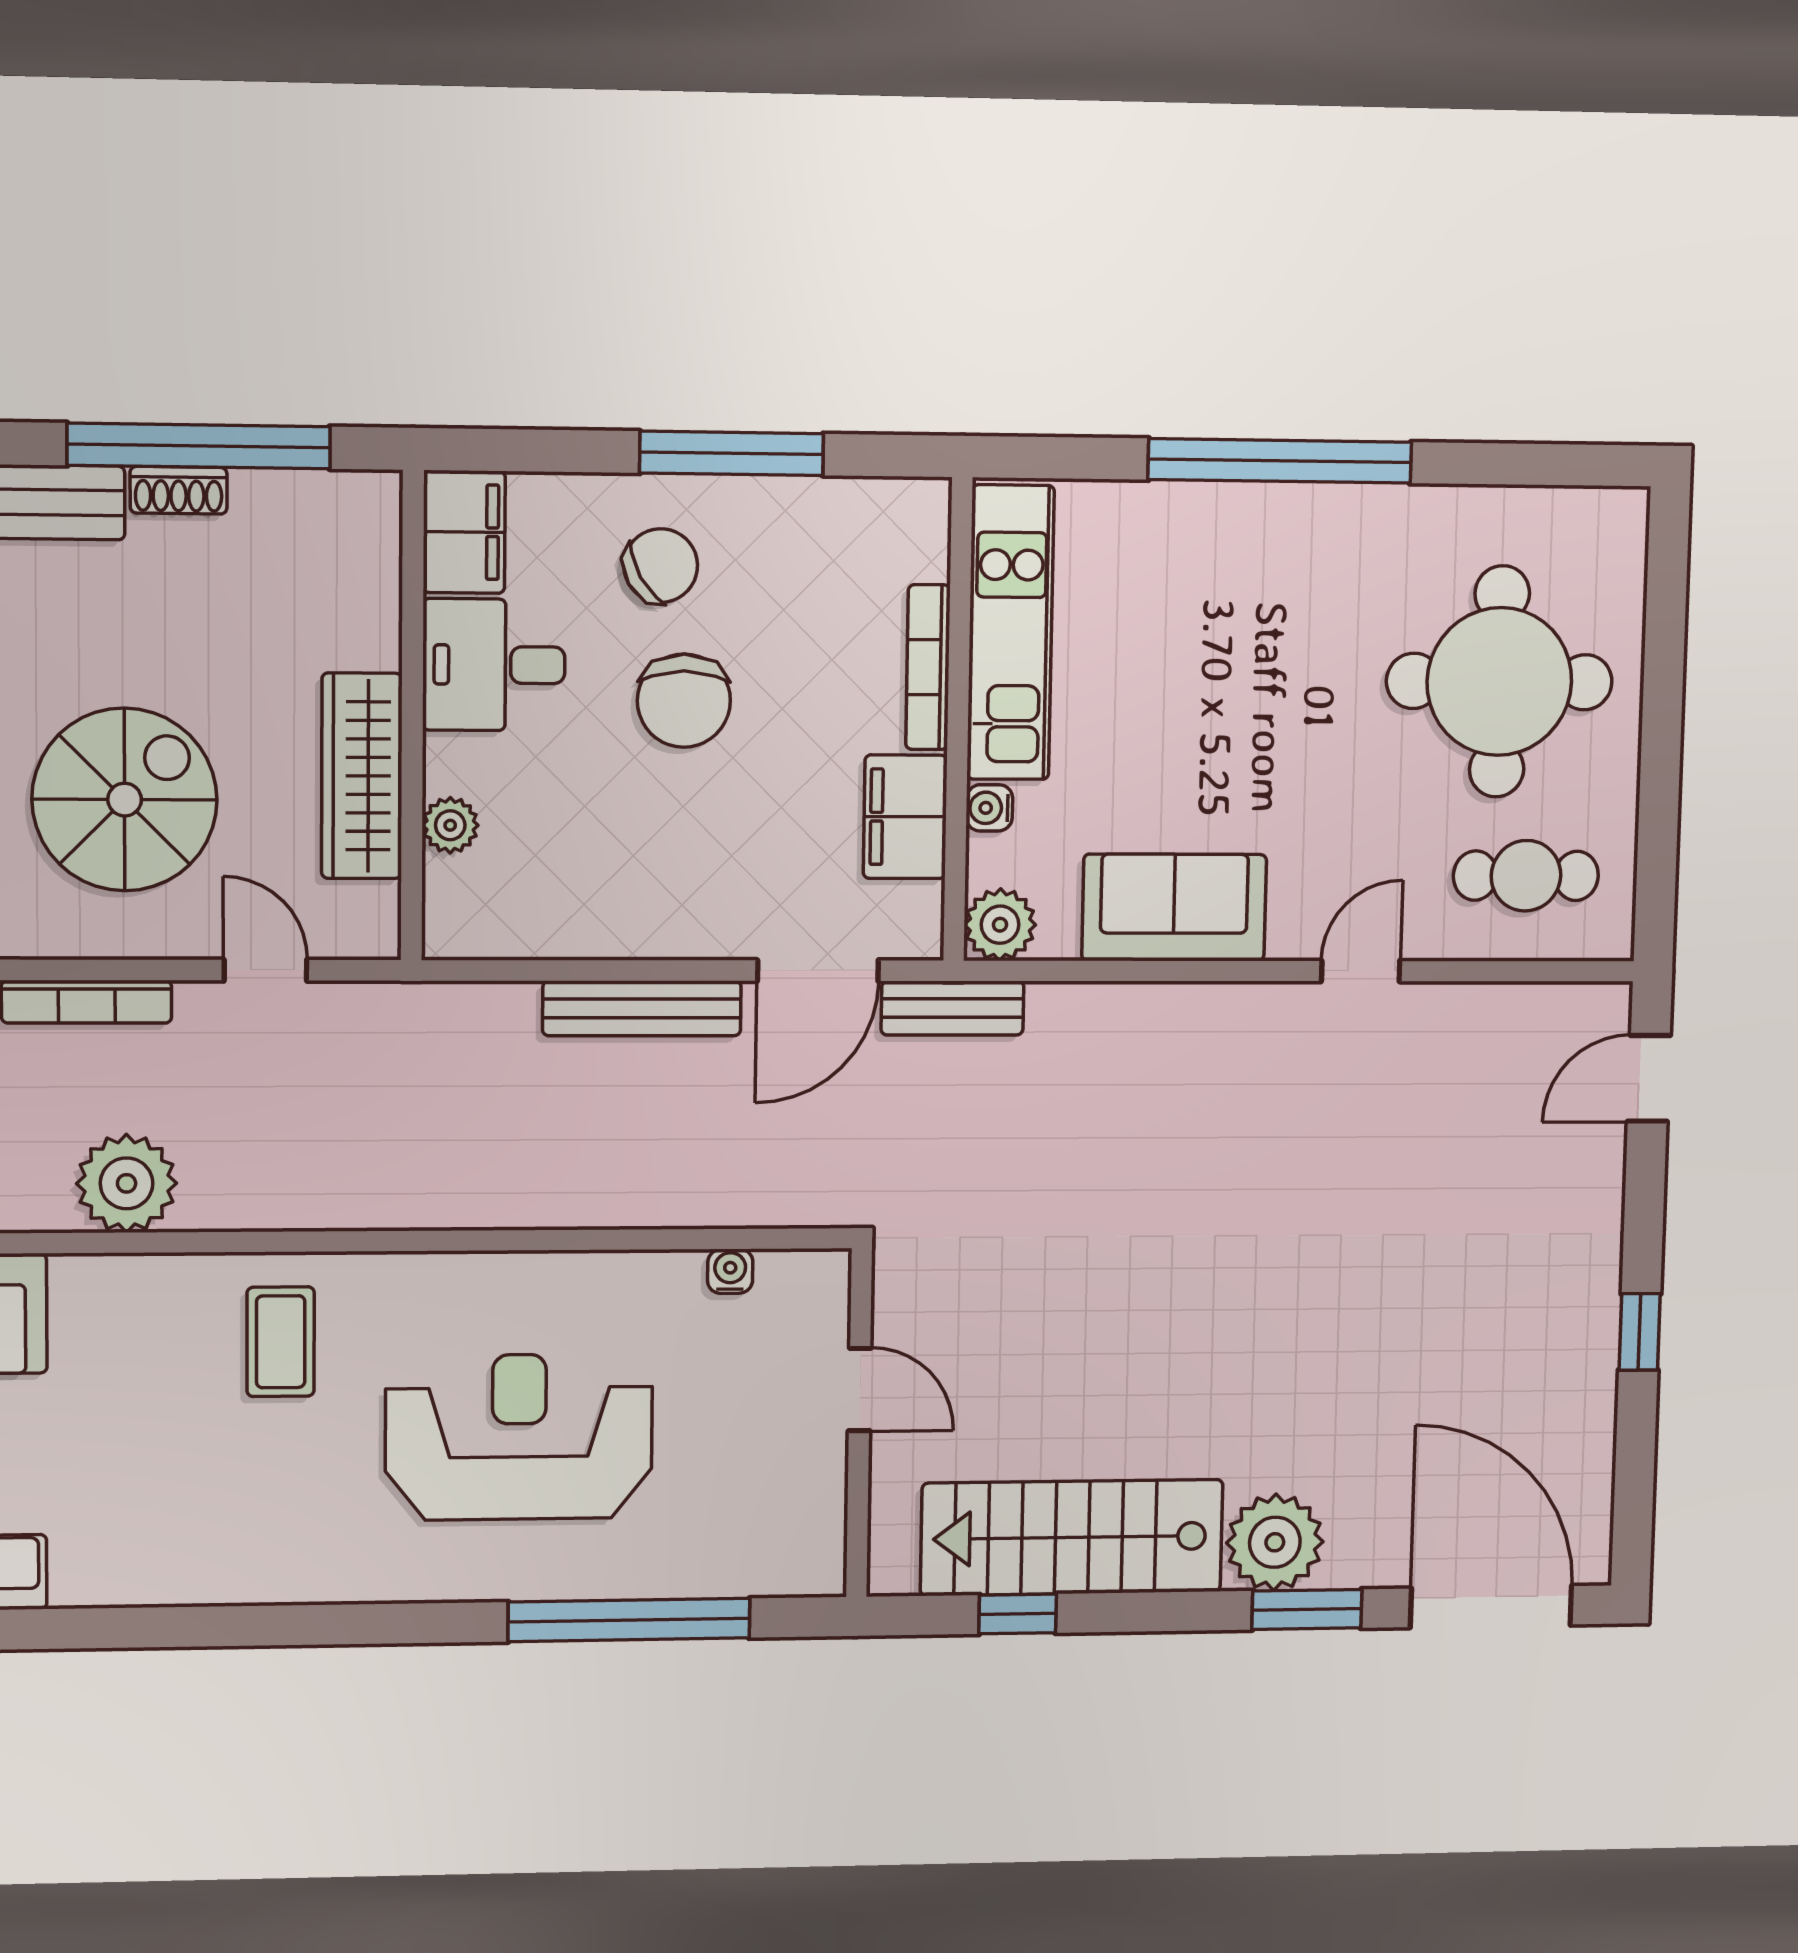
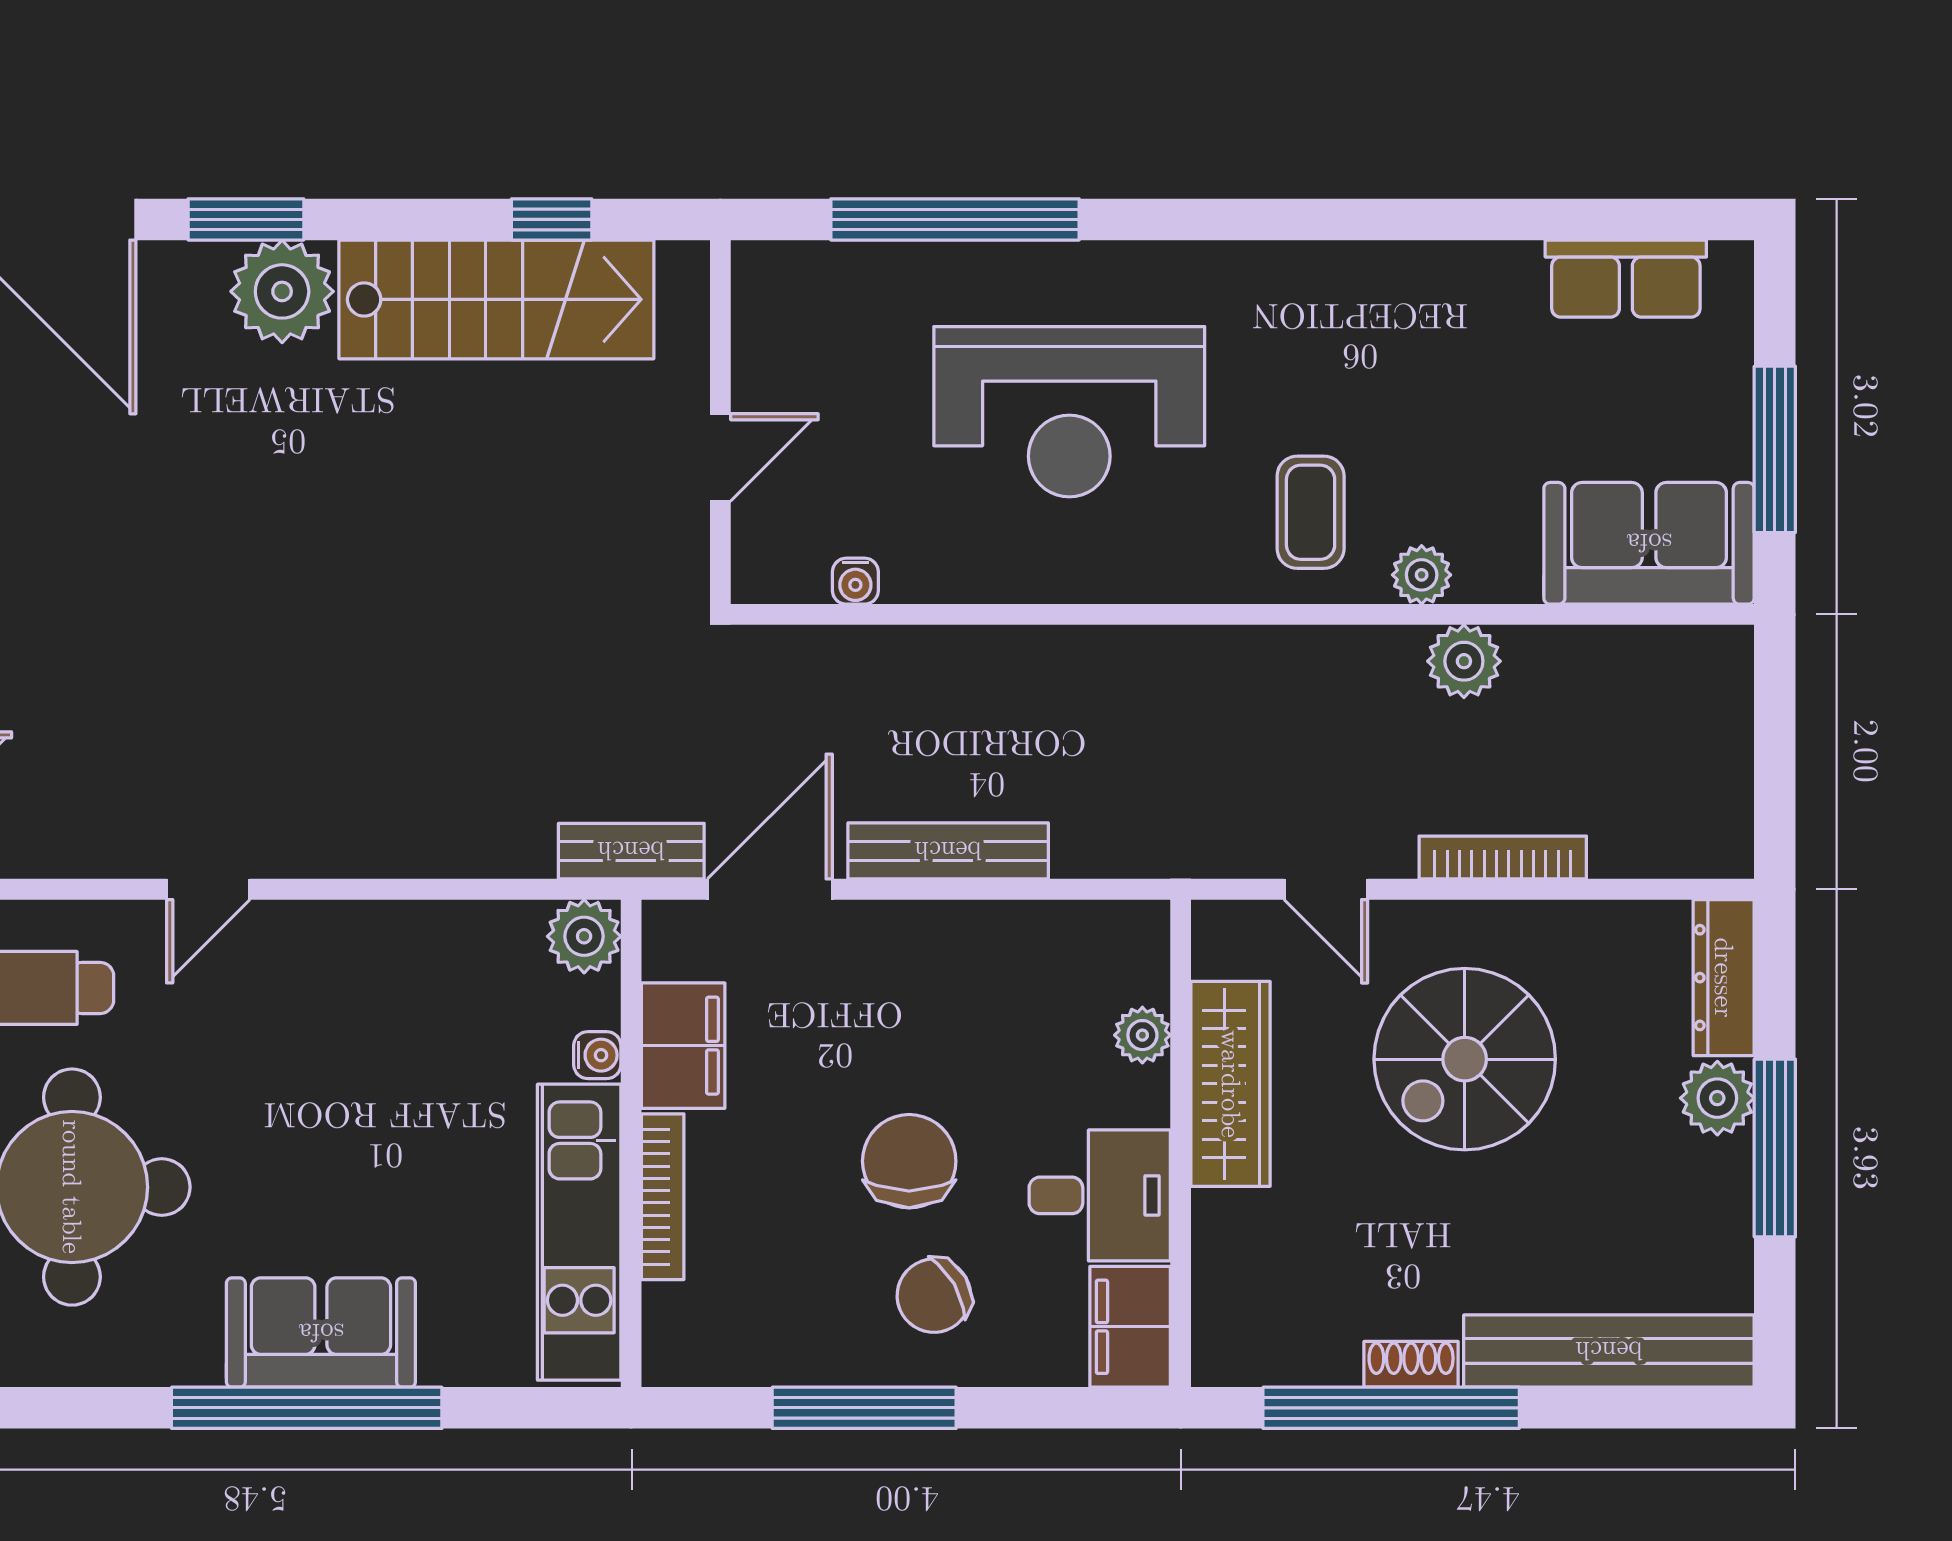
sofa: (1174, 908) -> (321, 1333), moved, turned 180
plant: (127, 1183) -> (1464, 661), width x0.73, depth x0.73
plant: (169, 1281) -> (1422, 575), added
door: (860, 1390) -> (720, 457), swing flipped

